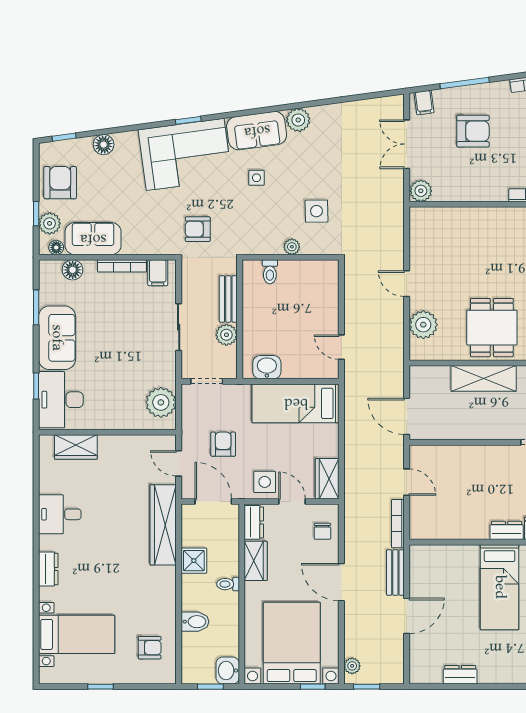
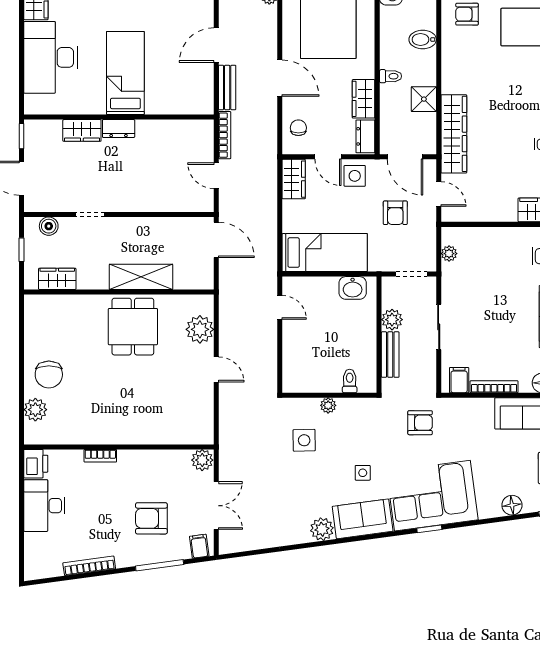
plant: (161, 402) -> (449, 254), width x0.53, depth x0.53

